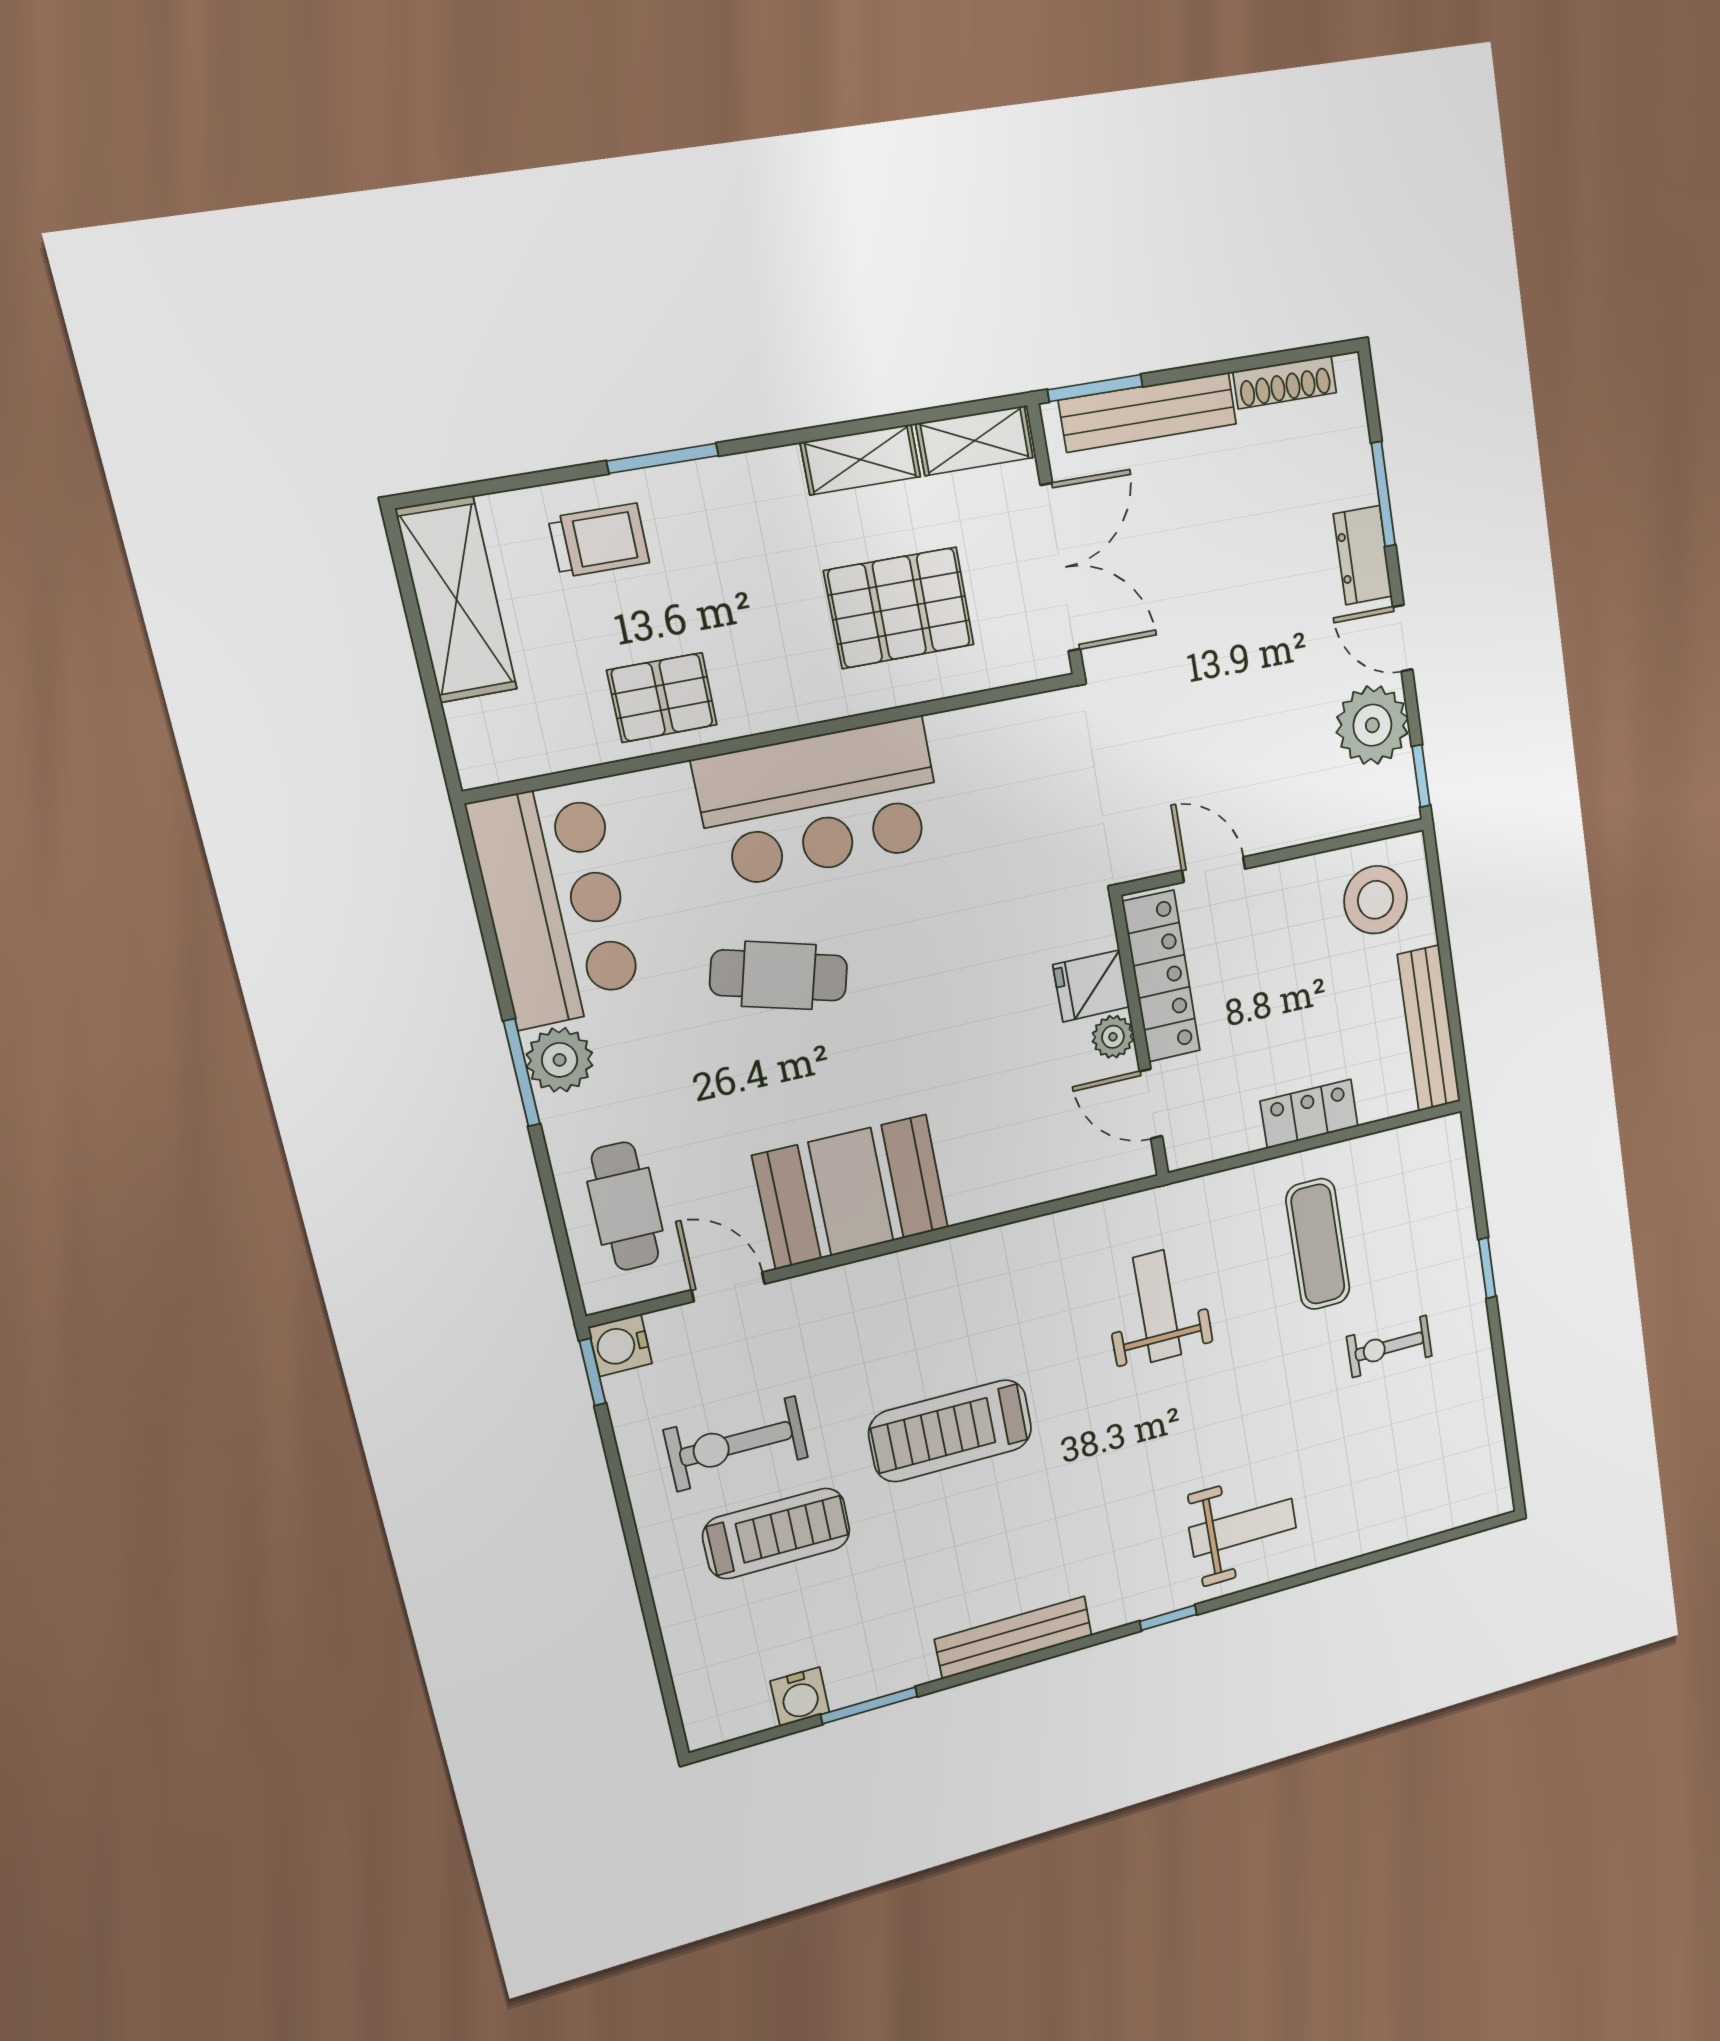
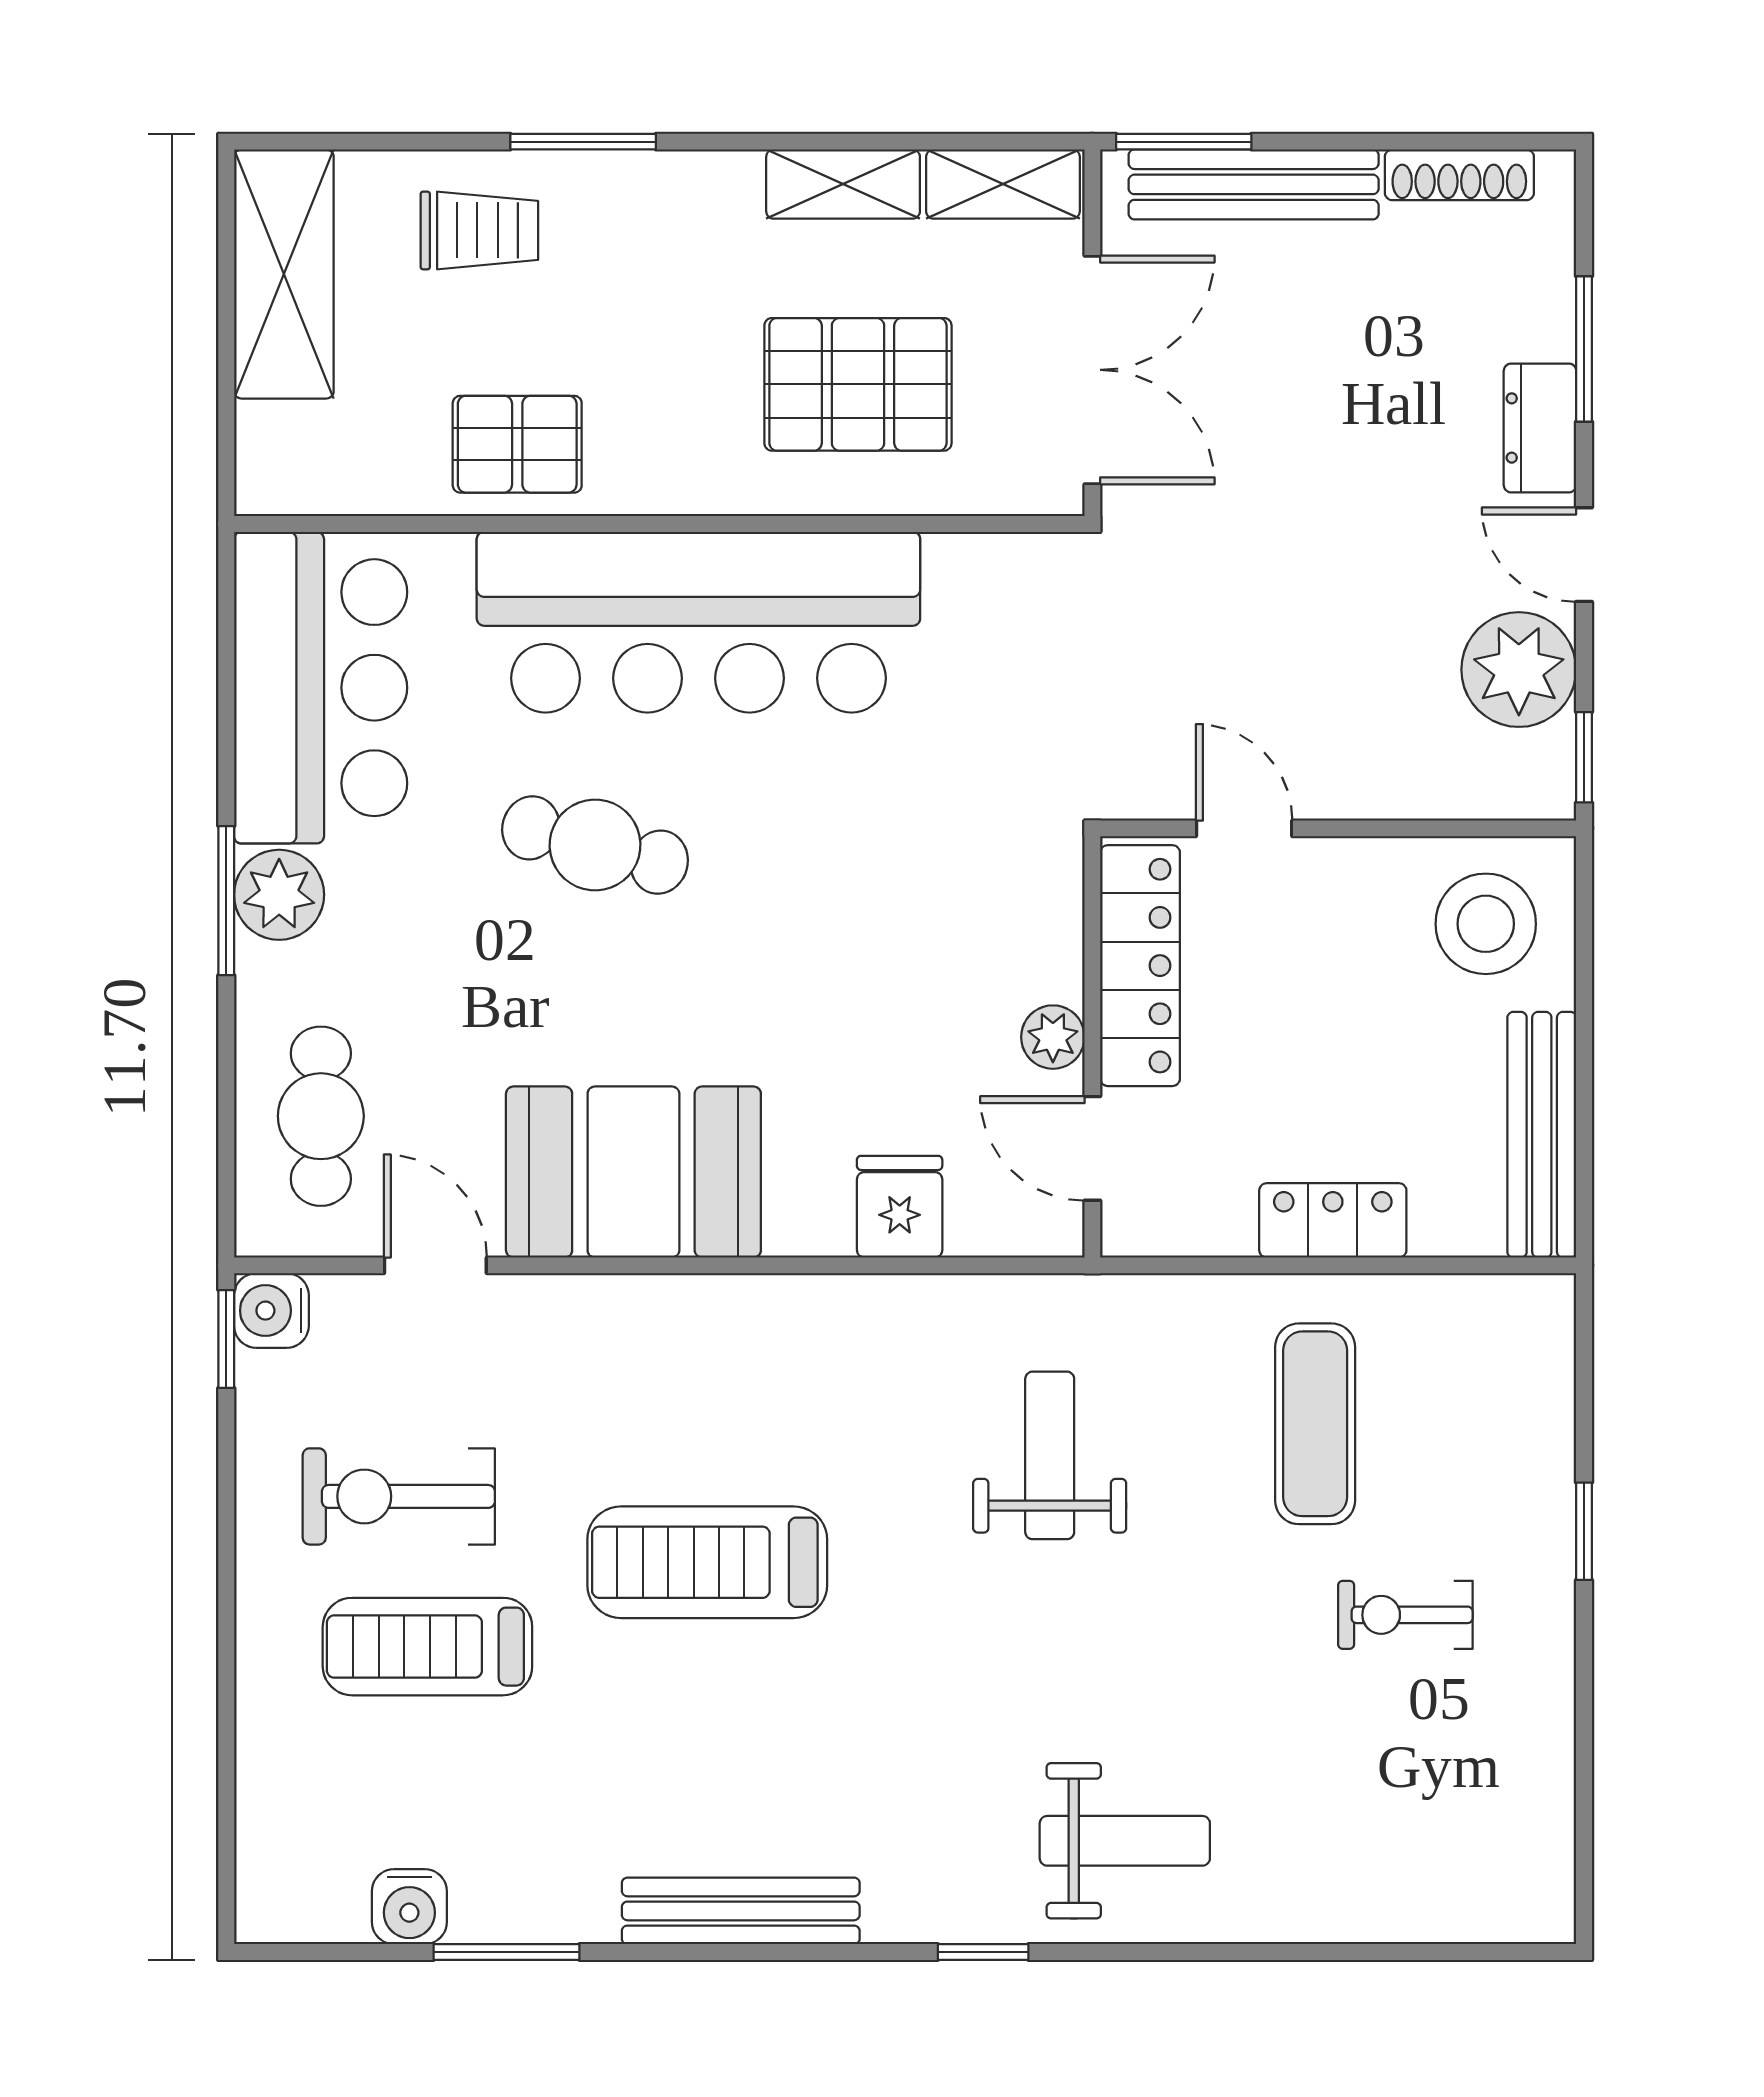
bar counter: (820, 802) -> (698, 622), width x1.36
fridge: (1091, 986) -> (900, 1207), moved, turned 90
treadmill: (777, 1533) -> (427, 1647), turned 180

